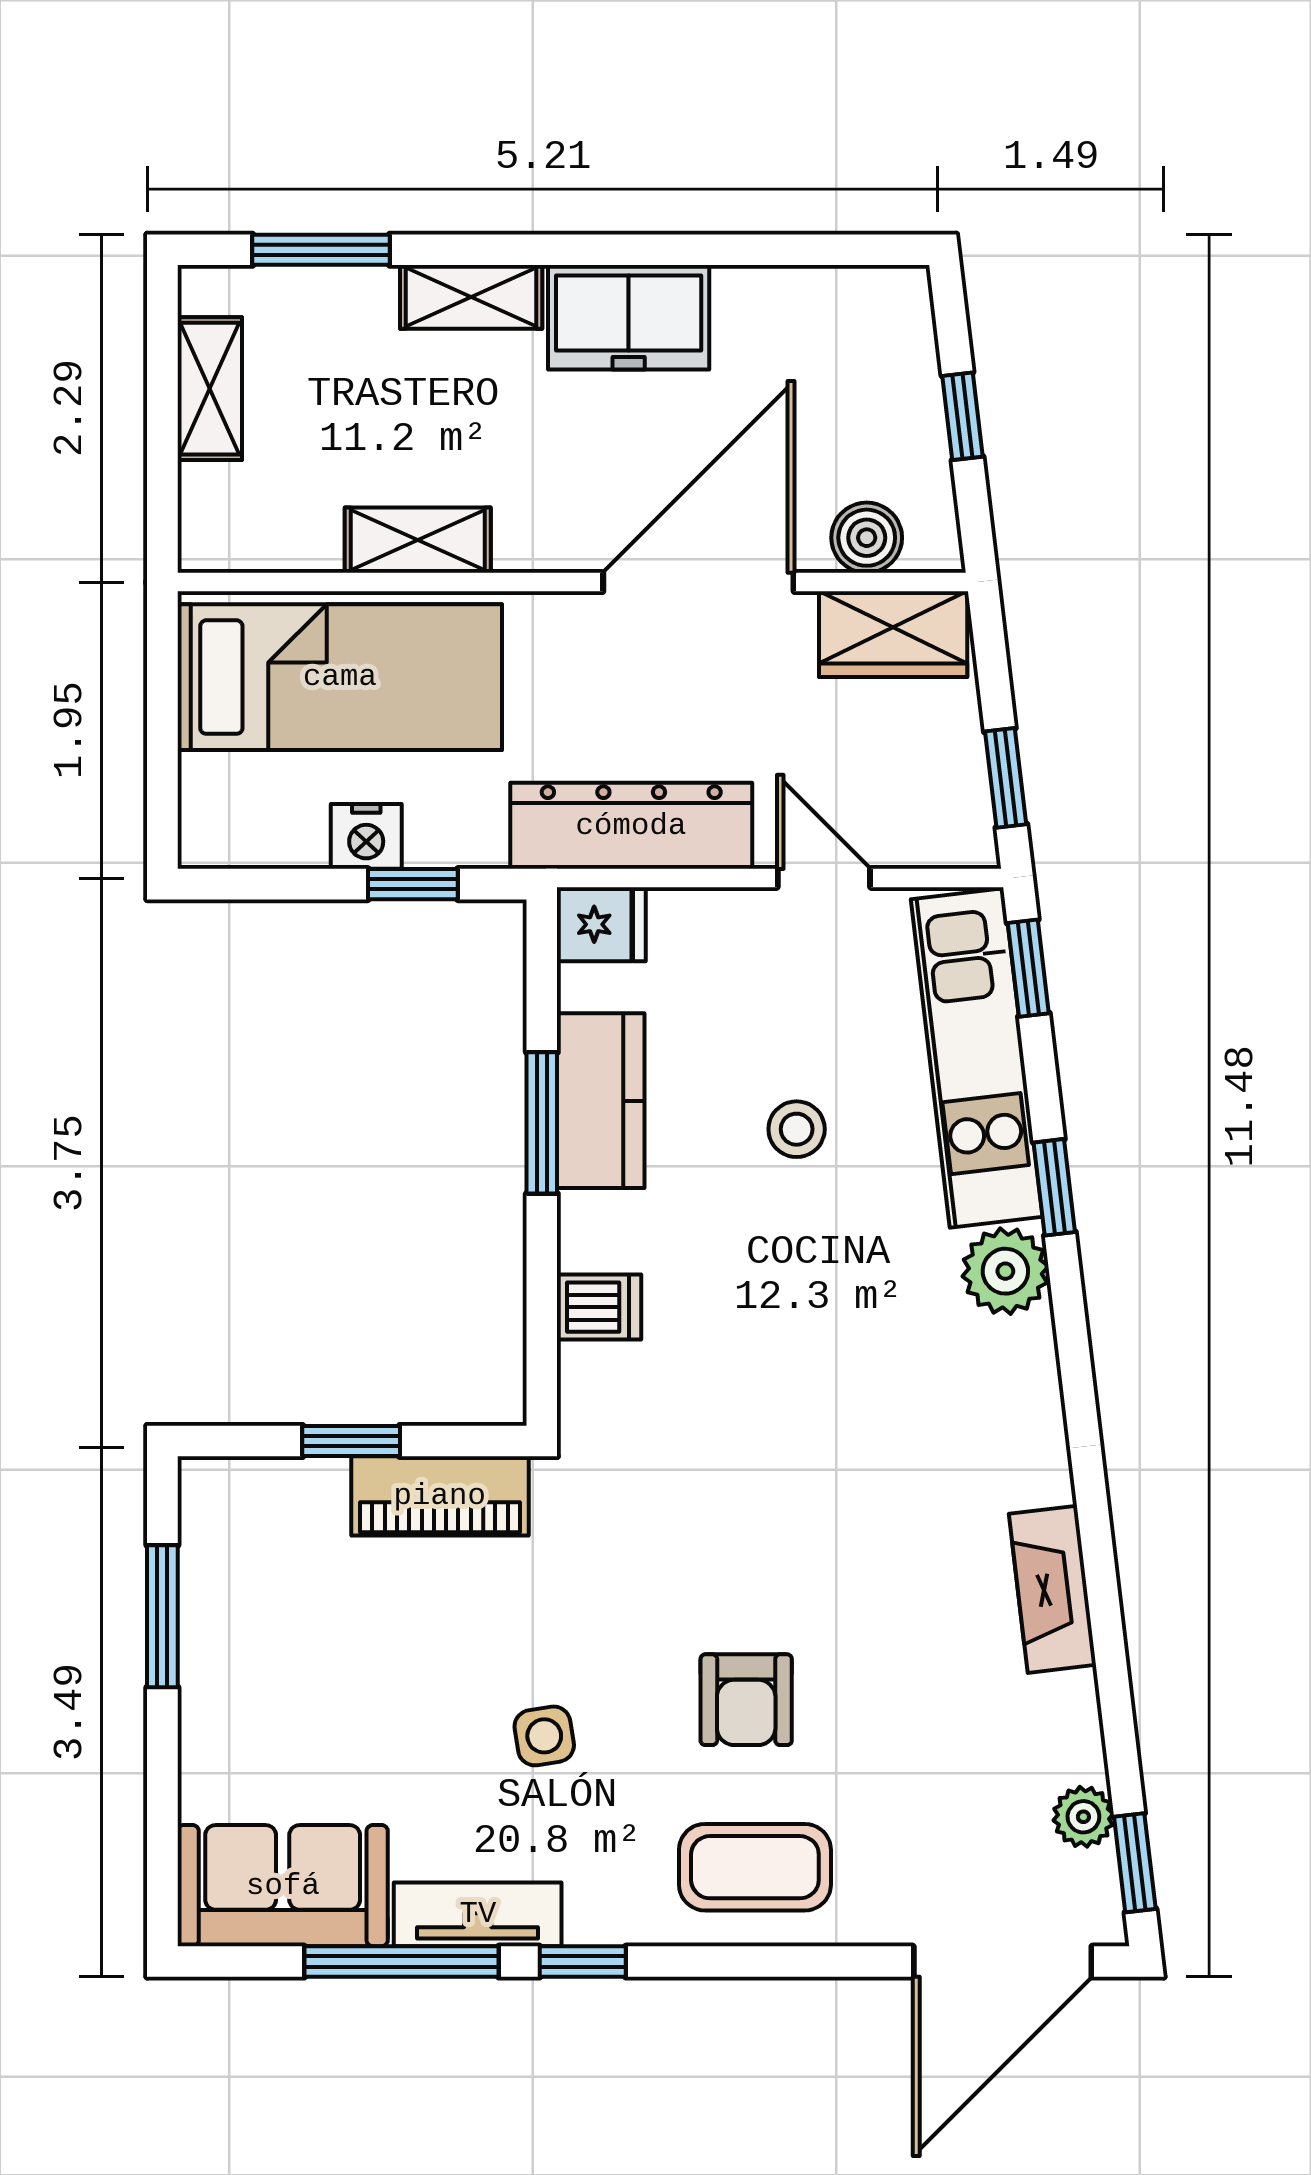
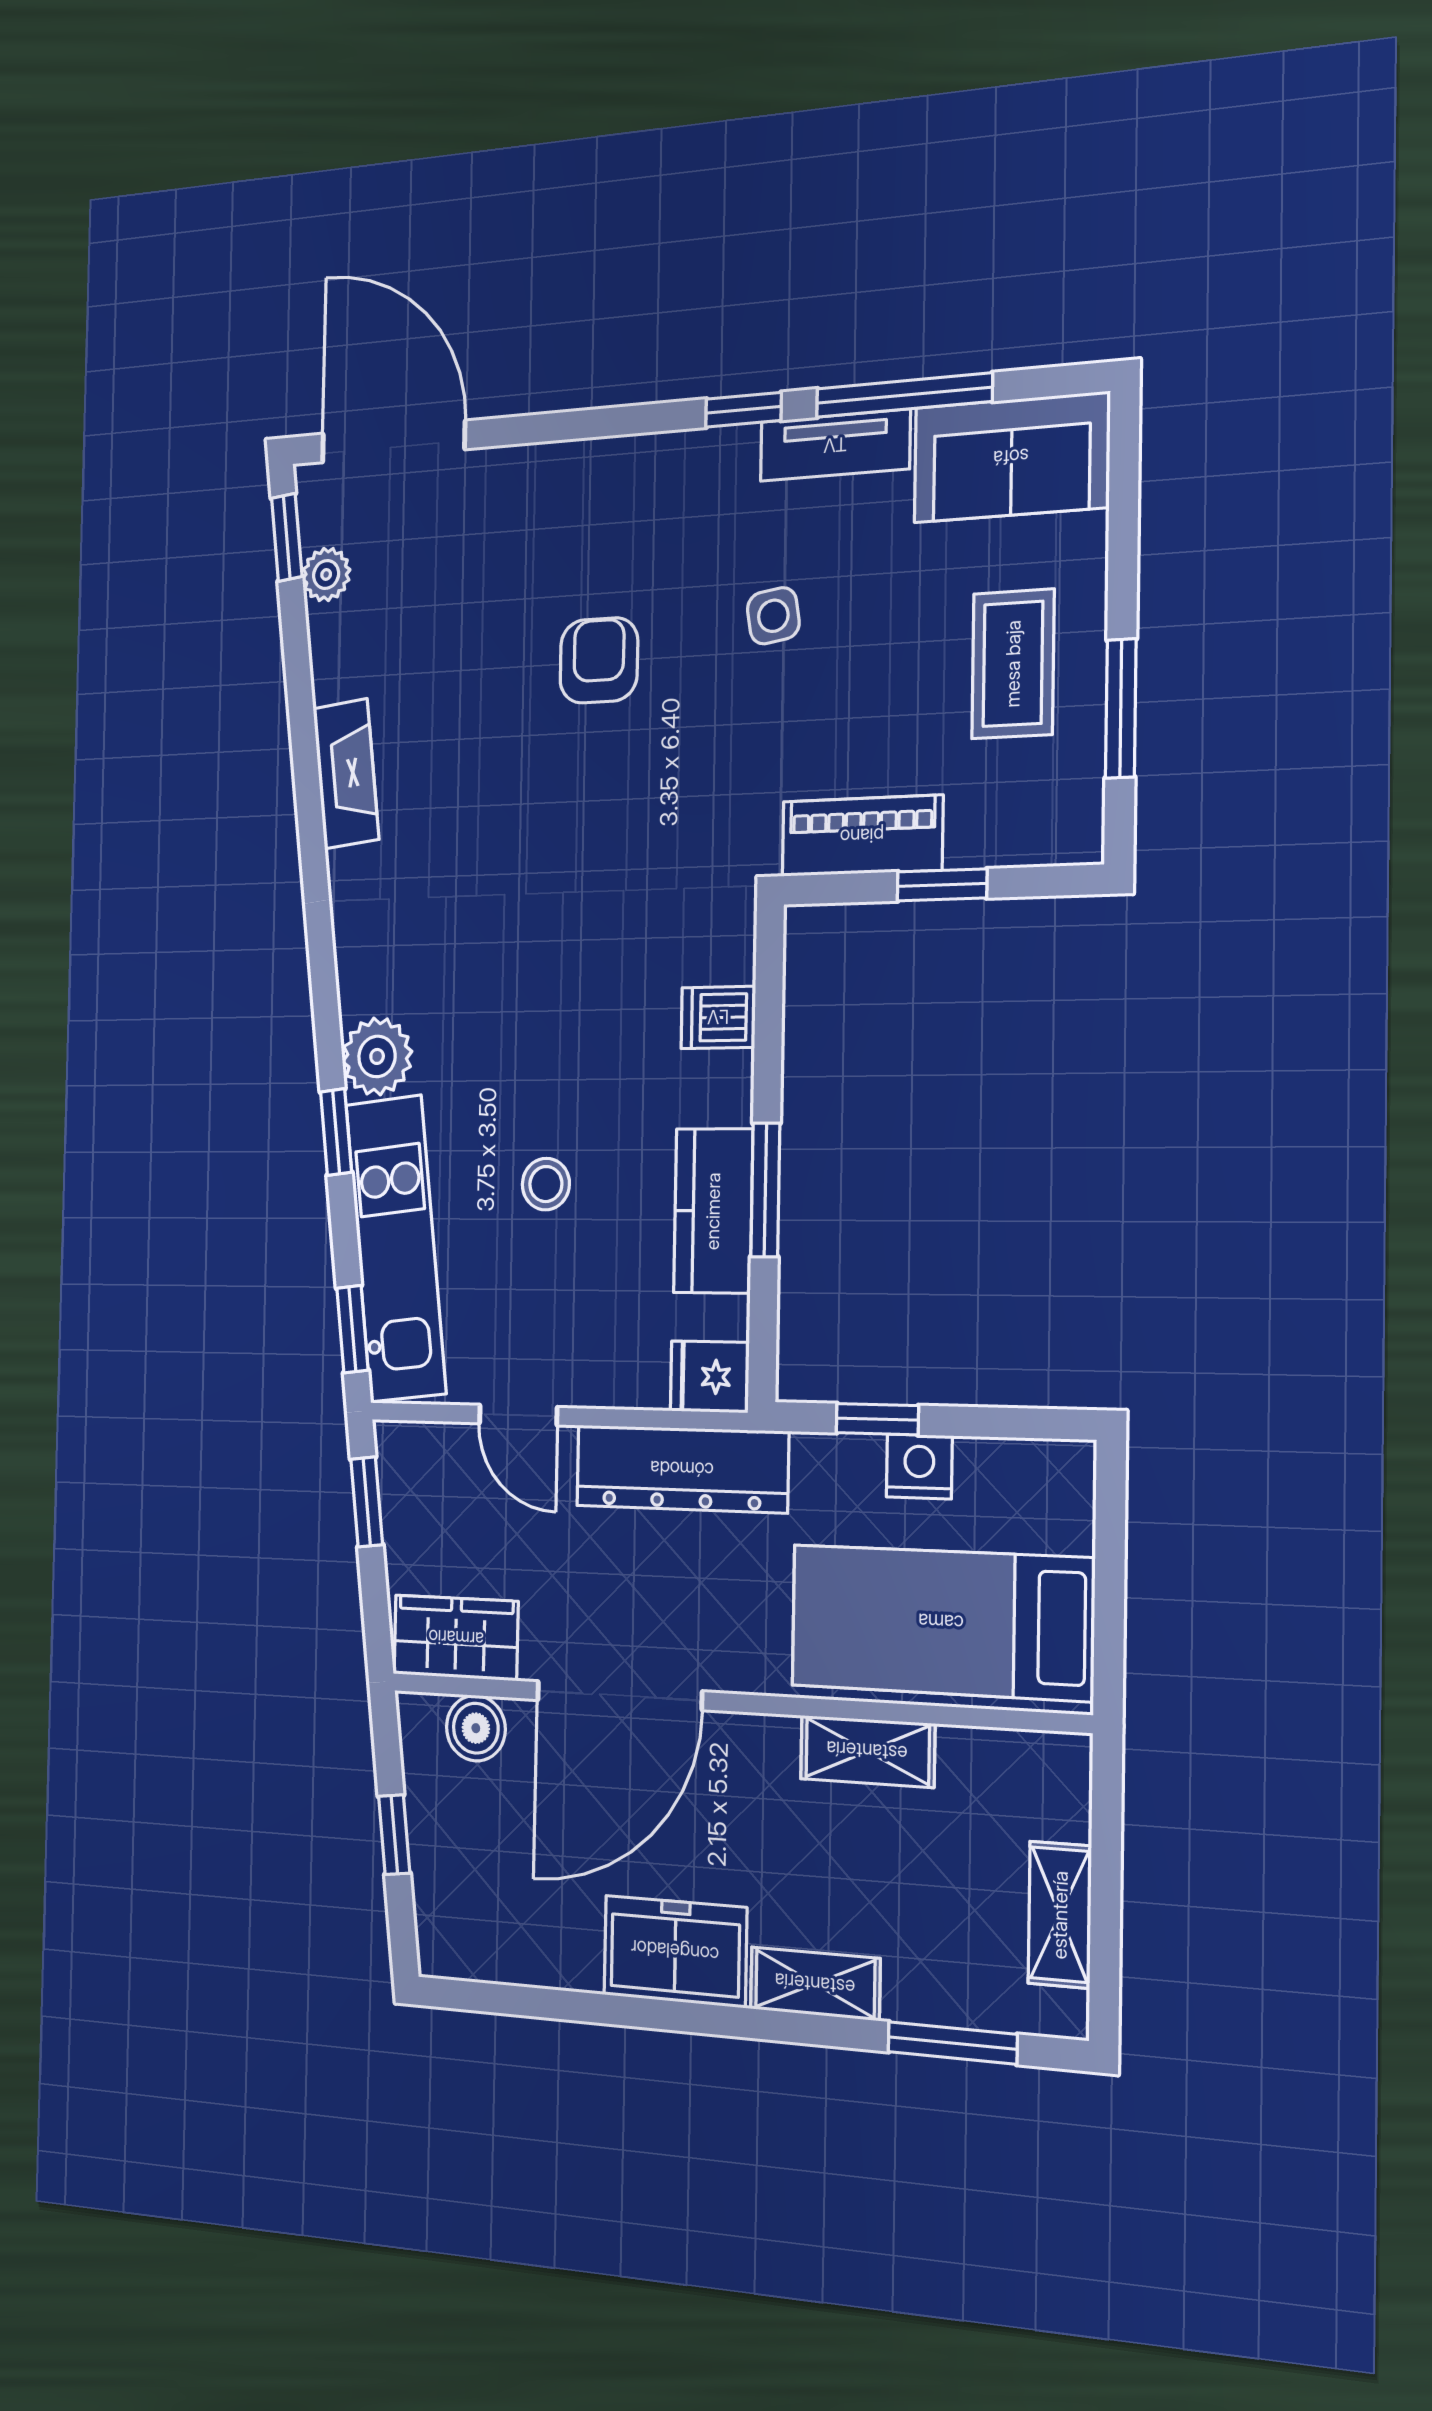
coffee table: (755, 1867) -> (1013, 664), moved, turned 90
door: (1003, 1962) -> (393, 442), hinge flipped

